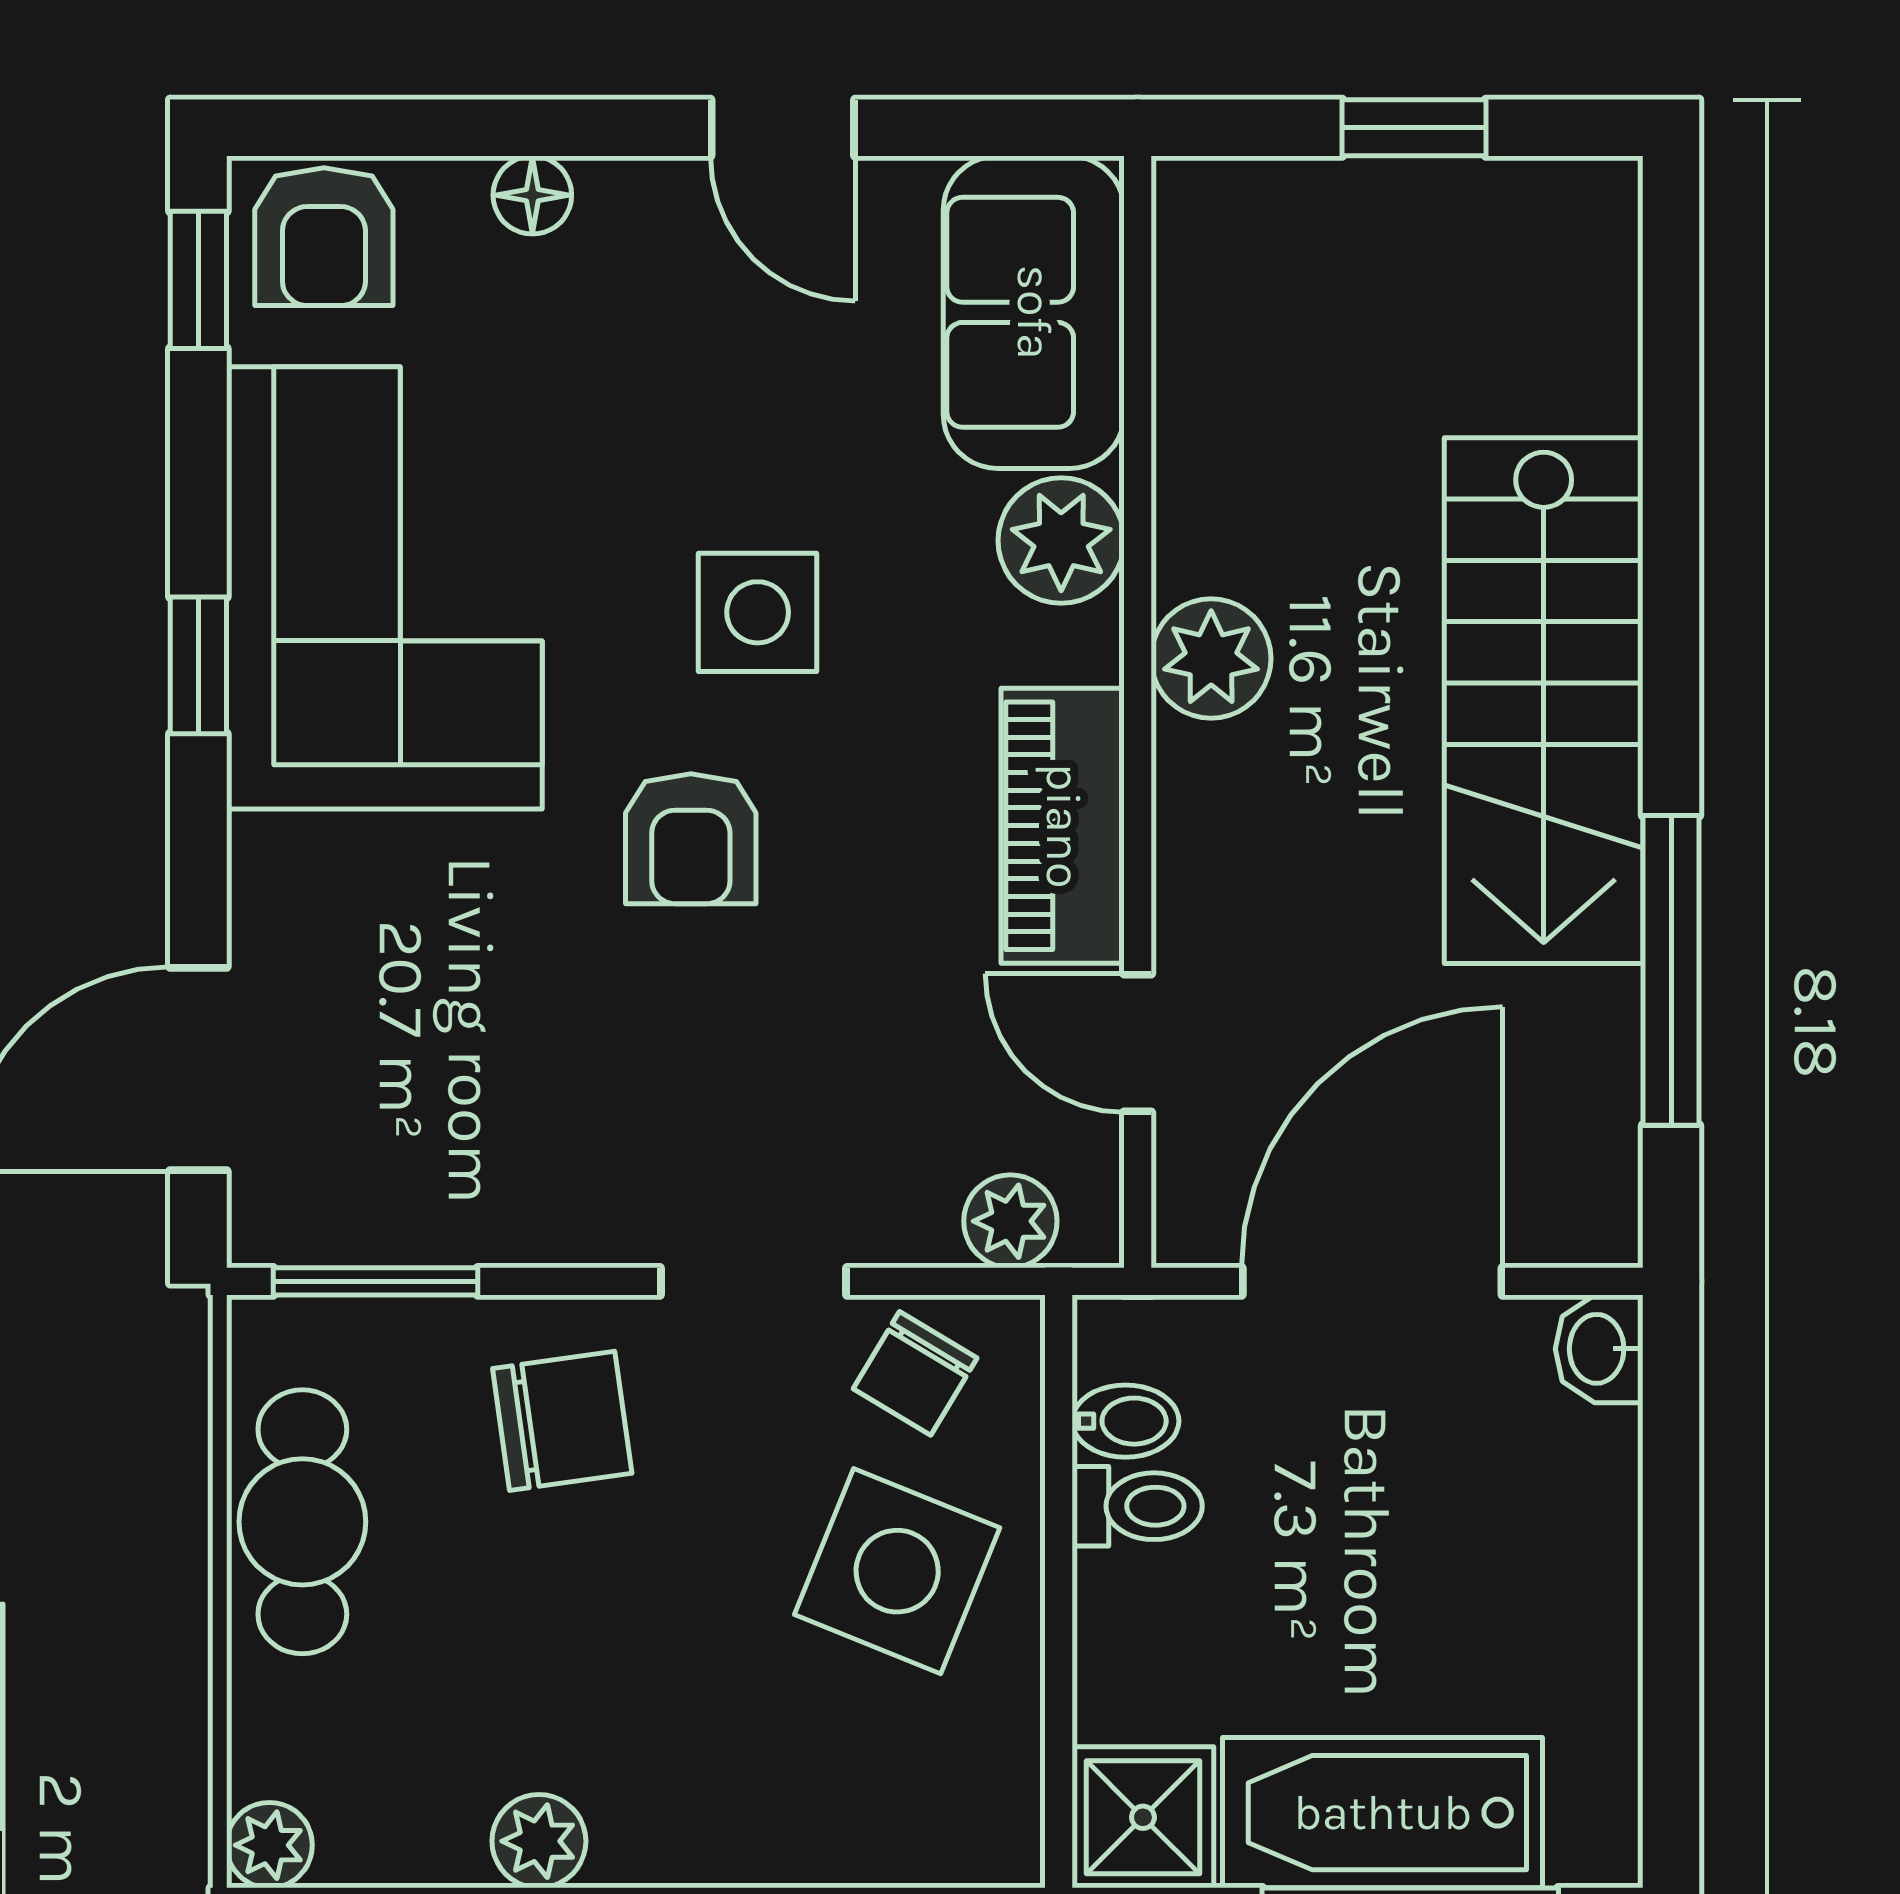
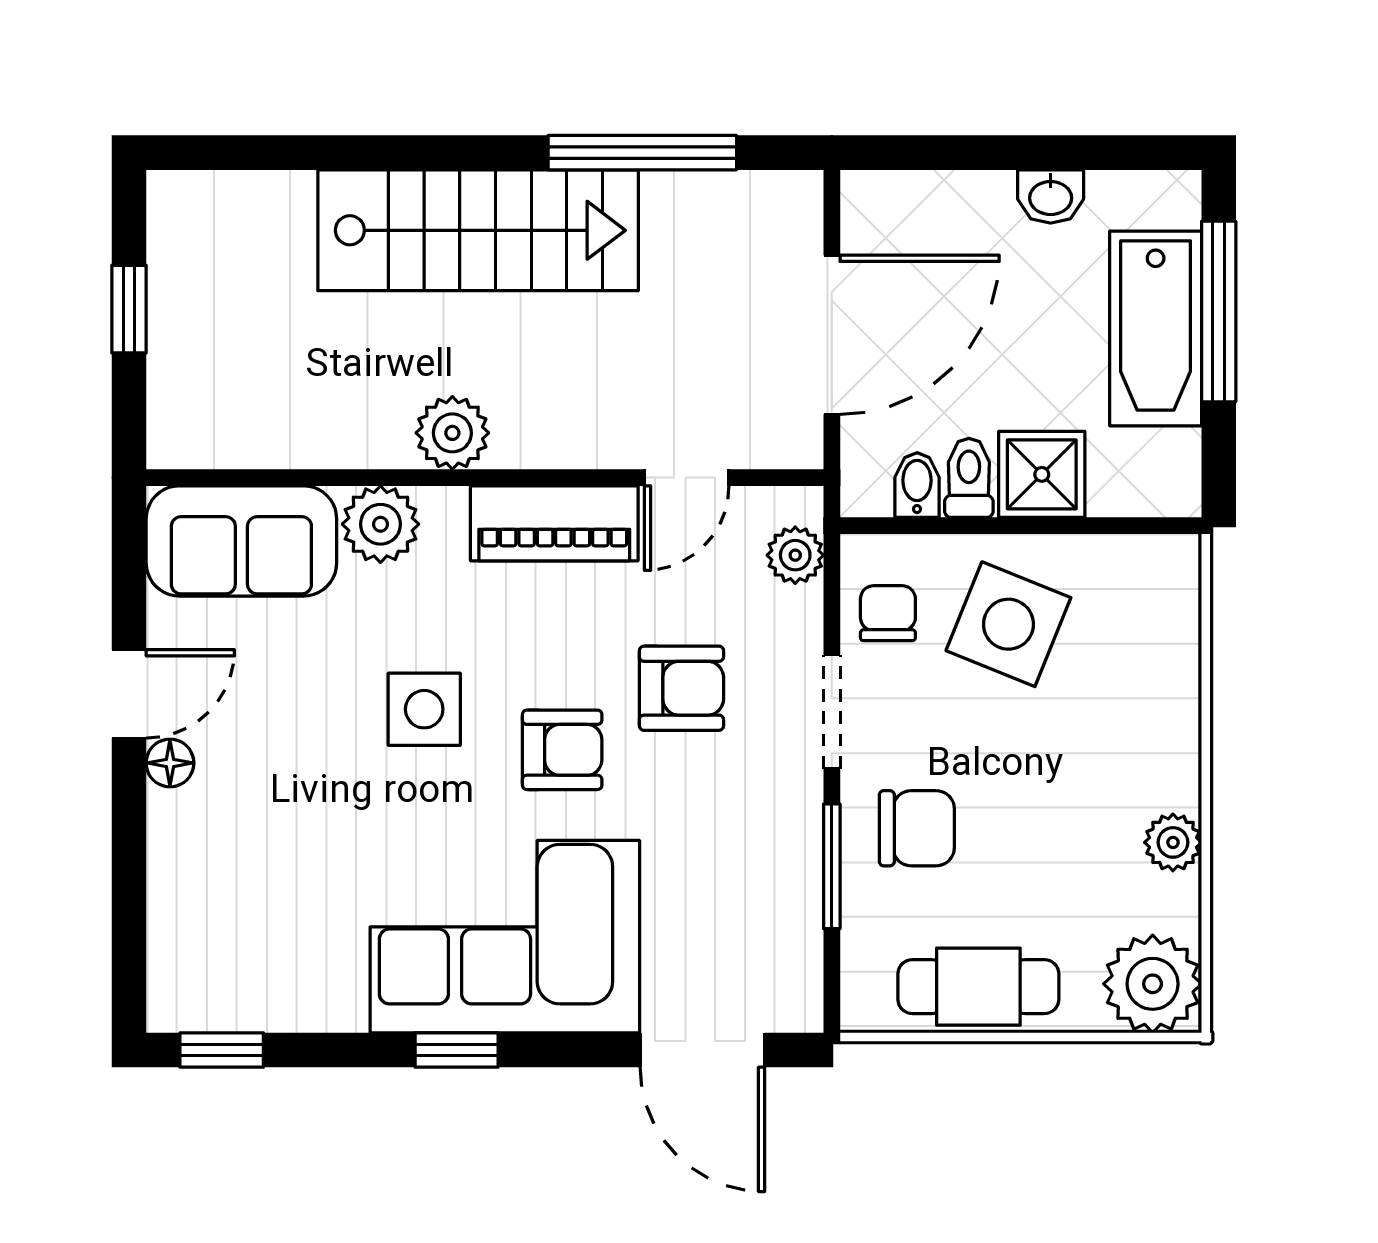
floor lamp: (532, 195) -> (170, 763), moved
armchair: (324, 237) -> (681, 688), moved
corner sofa: (384, 588) -> (505, 937), moved
window: (376, 1281) -> (832, 866), moved
door: (1372, 1281) -> (832, 335), swing flipped
washbasin: (1599, 1349) -> (1051, 196), moved
chair: (915, 1373) -> (888, 613), turned -121
chair: (562, 1421) -> (917, 828), turned 98
shower: (1143, 1817) -> (1042, 474), moved
plant: (269, 1845) -> (1153, 984), width x1.88, depth x1.88

